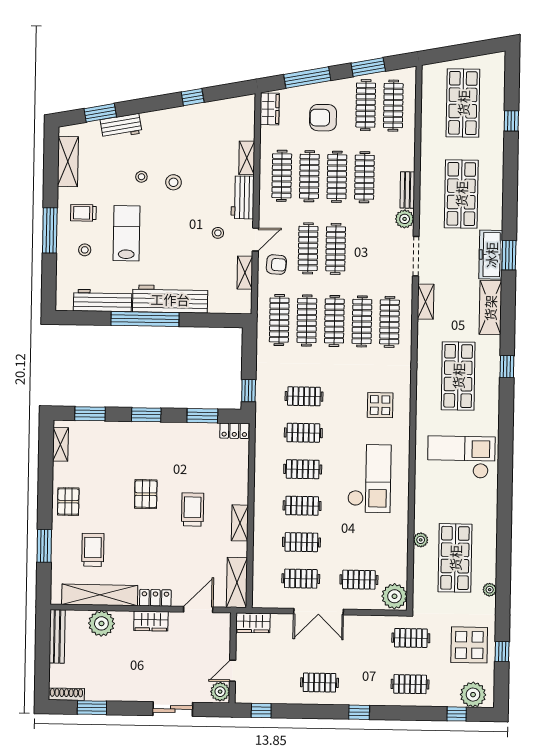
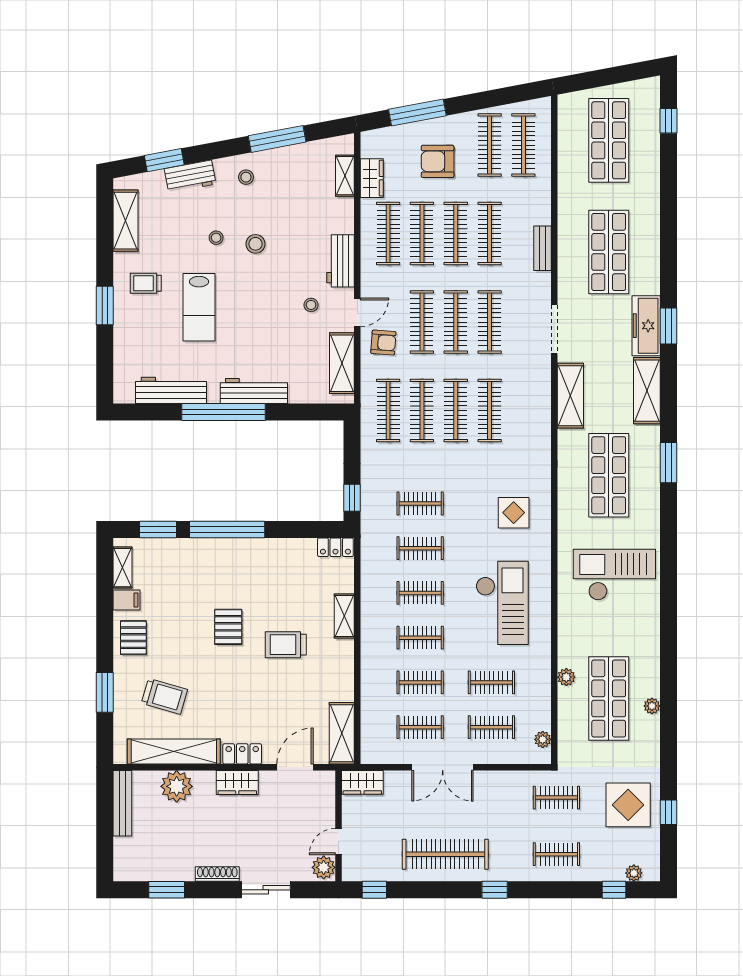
window: (368, 67) -> (492, 99), removed
window: (193, 97) -> (277, 139), width x2.17
wardrobe: (270, 109) -> (372, 178), moved
window: (511, 121) -> (668, 121), moved
shelving: (247, 158) -> (345, 176), moved
plant: (405, 219) -> (540, 284), removed
window: (50, 230) -> (105, 305), width x0.69
lab bench: (127, 233) -> (199, 307), turned 180
stool: (85, 250) -> (246, 177), moved
shelving: (245, 273) -> (342, 363), width x1.50, depth x1.33
workbench: (170, 299) -> (254, 391), width x0.73, depth x0.76
shelving: (426, 302) -> (570, 396), width x1.50, depth x1.33
clothes rail: (390, 322) -> (490, 322), moved
window: (507, 367) -> (668, 463), width x1.50
window: (146, 415) -> (227, 529), width x2.11
window: (202, 416) -> (296, 529), removed
filing cabinet: (63, 471) -> (127, 600), added
trolley: (192, 509) -> (286, 645), turned -90
shelving: (240, 523) -> (344, 616), moved
clothes rail: (360, 543) -> (491, 682), added
trolley: (93, 550) -> (164, 696), turned 106
plant: (490, 590) -> (652, 706), moved
plant: (394, 596) -> (543, 739), width x0.53, depth x0.53
clothes rail: (320, 683) -> (445, 854), width x1.86, depth x1.31
shoe rack: (66, 694) -> (217, 874), moved
plant: (473, 695) -> (634, 873), width x0.53, depth x0.53

